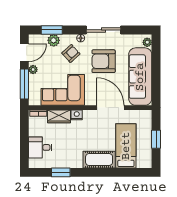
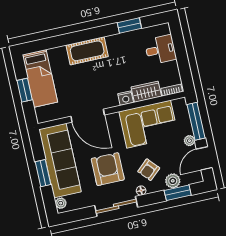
armchair: (104, 61) -> (108, 169), turned -90
window: (156, 69) -> (43, 173), added
bed: (126, 146) -> (40, 78), moved

